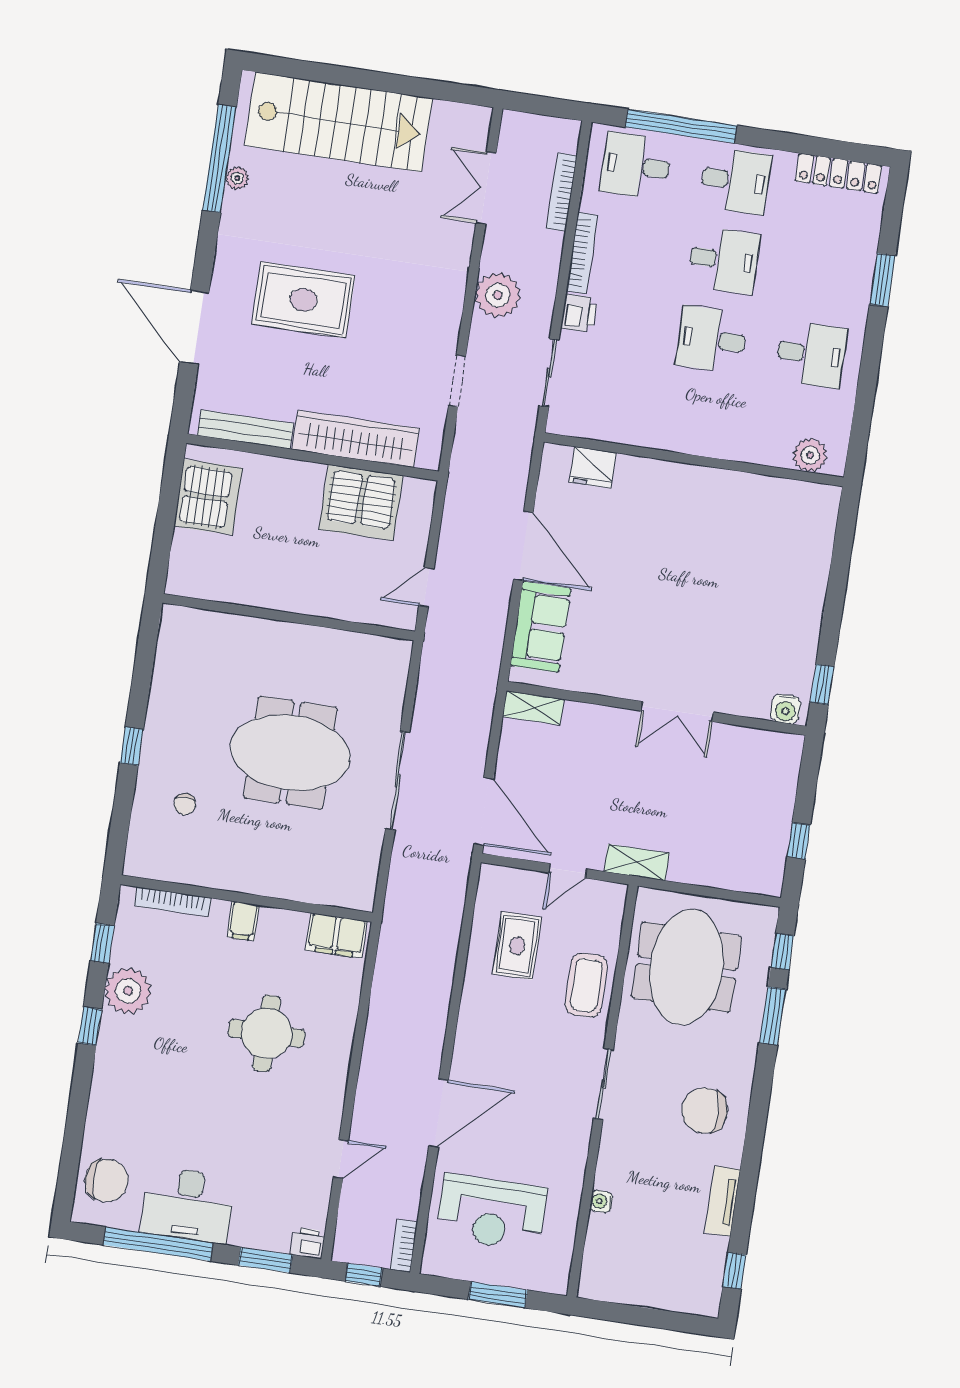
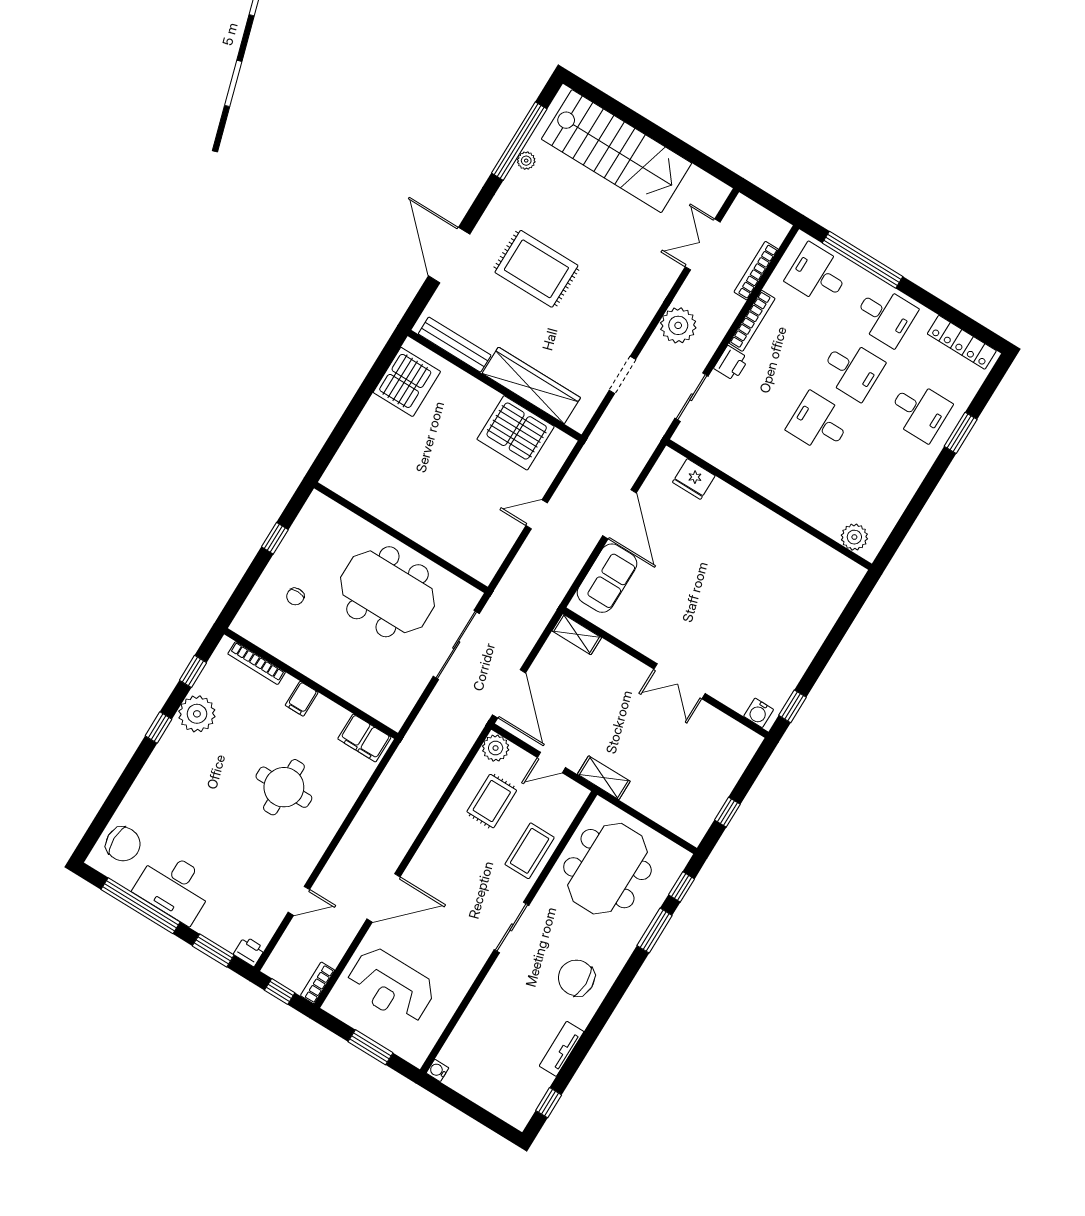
desk: (811, 354) -> (919, 411), moved
wall: (289, 617) -> (401, 537), moved
plant: (495, 882) -> (496, 748), added
water cooler: (601, 1201) -> (438, 1070), moved

